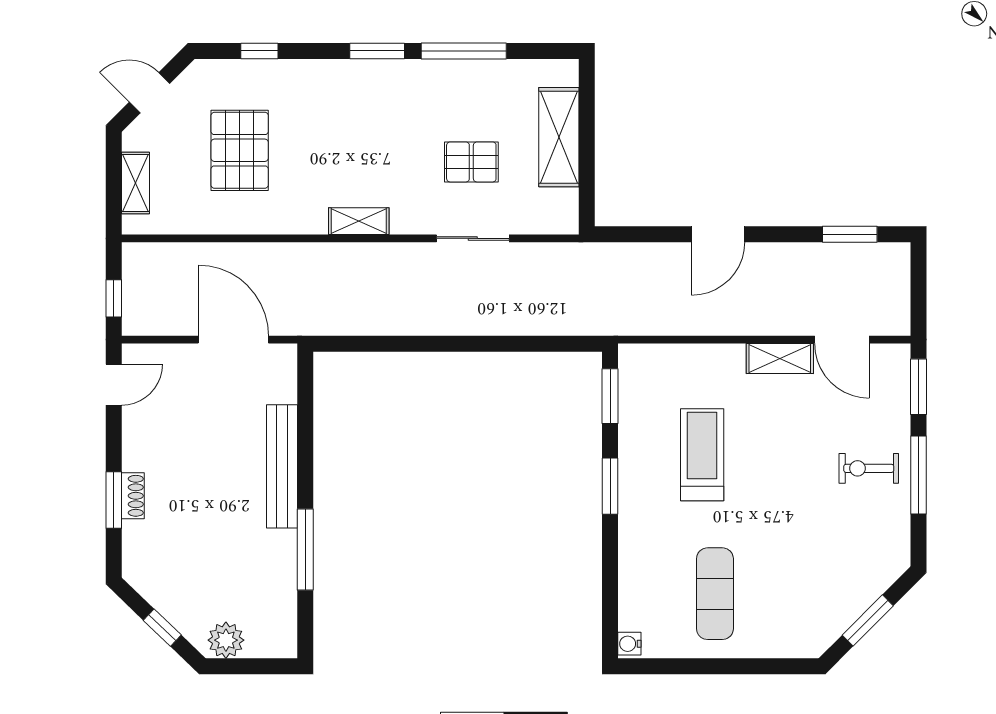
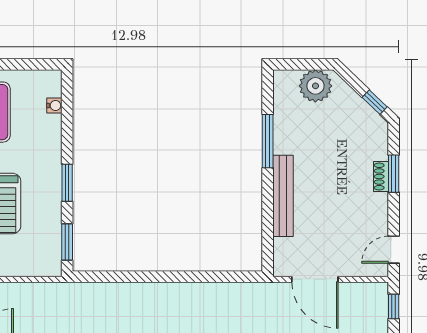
window: (162, 628) -> (375, 102), moved
plant: (226, 640) -> (315, 86), width x1.36, depth x1.36
water cooler: (629, 644) -> (54, 106), moved

